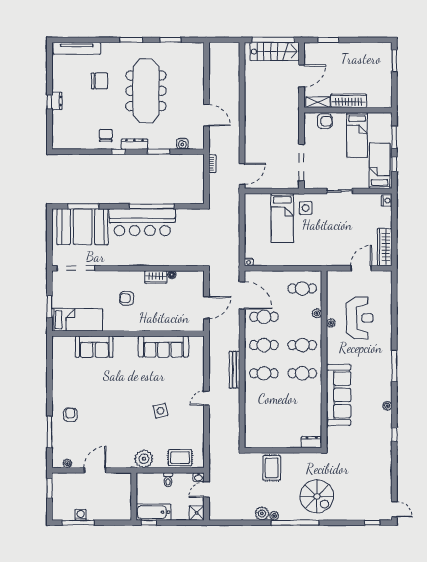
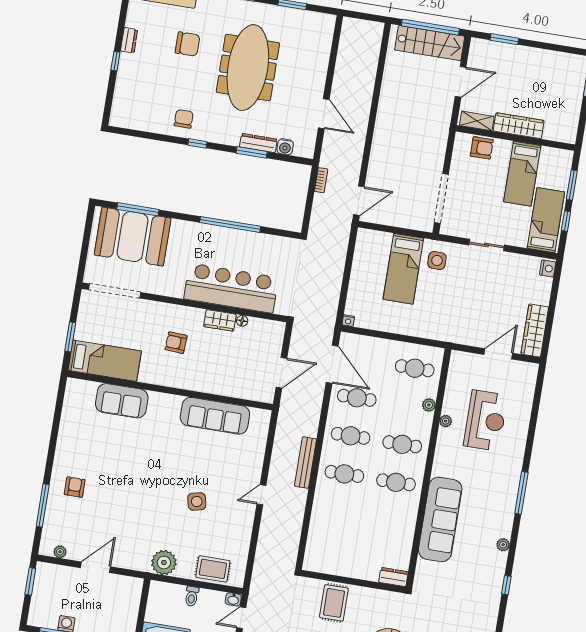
dresser: (57, 101) -> (129, 40), moved
dresser: (134, 144) -> (258, 143), moved
bar counter: (142, 222) -> (231, 288), moved, turned 180

